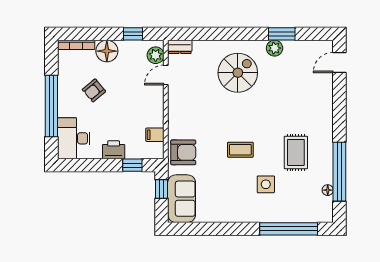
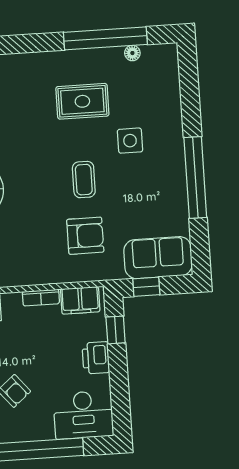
bookcase: (159, 114) -> (41, 298), added
filing cabinet: (155, 135) -> (80, 300), width x2.00
armchair: (183, 152) -> (85, 236), moved, turned 90
window: (289, 229) -> (195, 177), moved

